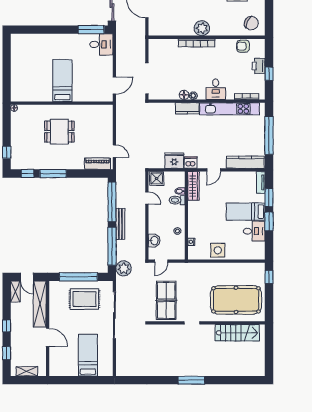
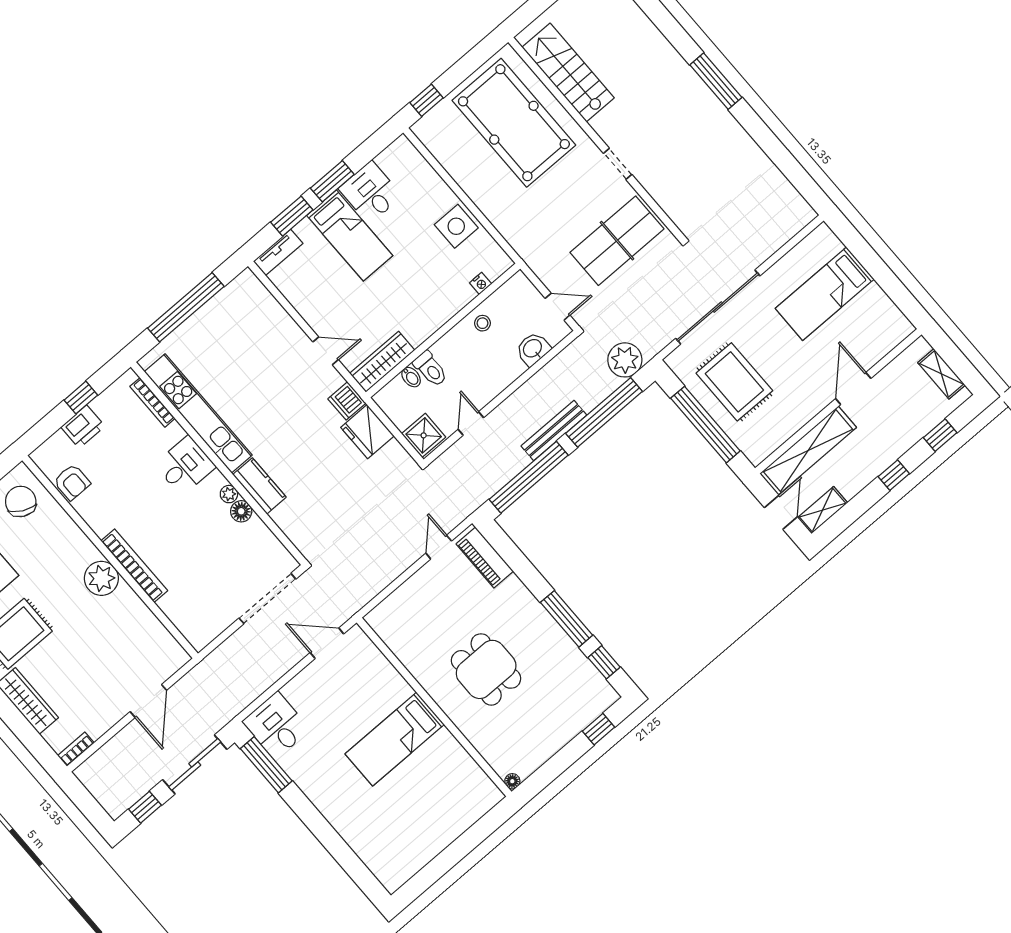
kitchen counter: (245, 162) -> (266, 308), removed

